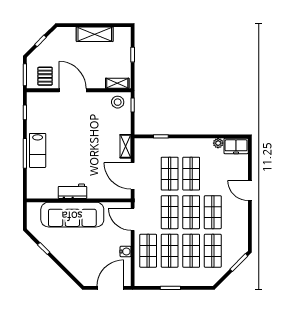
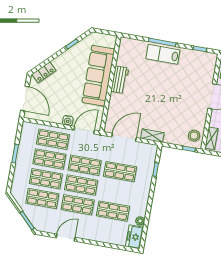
shop shelf: (191, 174) -> (113, 211), moved
door: (250, 191) -> (66, 238), moved
water cooler: (126, 251) -> (68, 121), moved
locker: (79, 273) -> (44, 72), added

